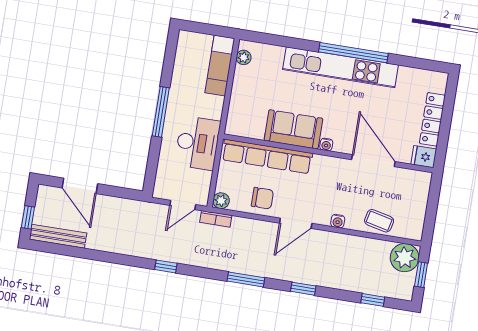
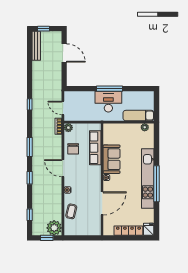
desk: (198, 143) -> (108, 102), moved, turned 180
row of seats: (267, 156) -> (95, 148), width x0.73
fridge: (424, 157) -> (149, 229), moved
door: (80, 186) -> (64, 53), swing flipped

